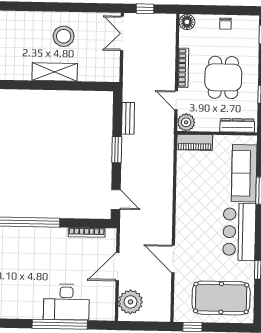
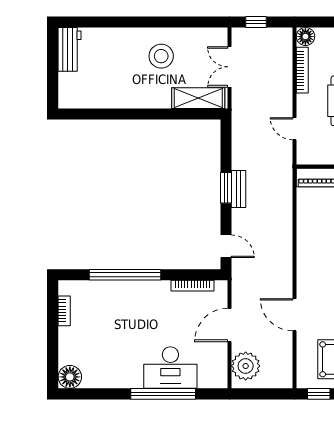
double door: (122, 33) -> (230, 67), moved
bookcase: (183, 68) -> (302, 70), moved
shelving: (55, 72) -> (198, 98), moved
bench: (128, 118) -> (238, 189), moved
plant: (186, 122) -> (307, 154), removed

